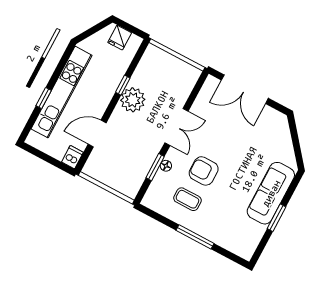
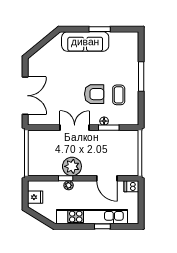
plant: (113, 84) -> (69, 185), added
armchair: (204, 171) -> (94, 94), turned -90

